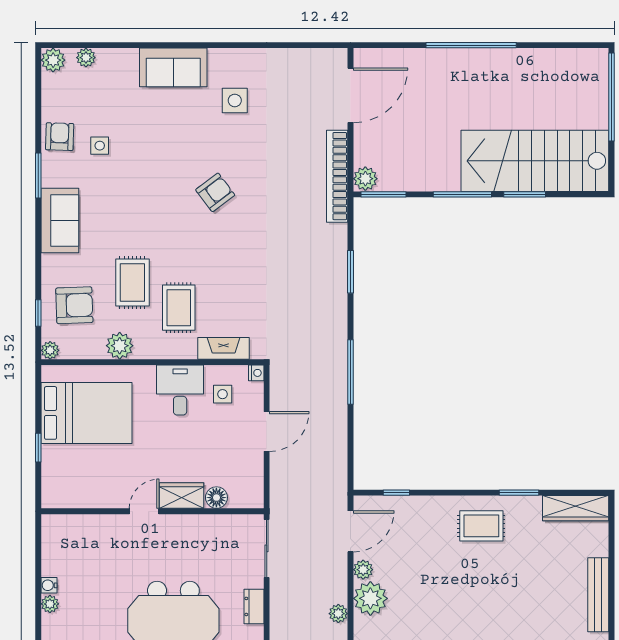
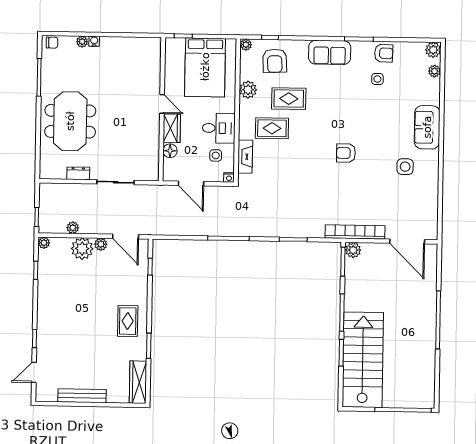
armchair: (215, 192) -> (346, 153), turned 127
wardrobe: (182, 496) -> (172, 128), moved
floor lamp: (216, 498) -> (170, 151), moved
door: (144, 511) -> (162, 104), moved
wall: (152, 511) -> (162, 109), moved

